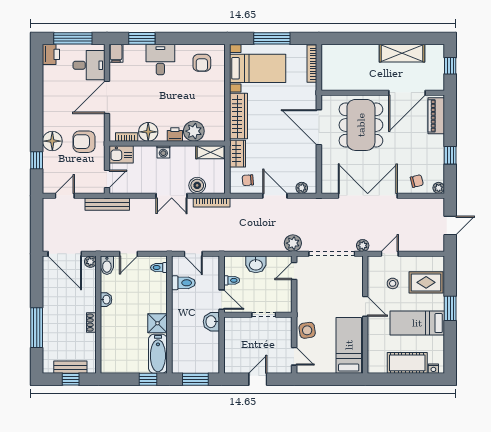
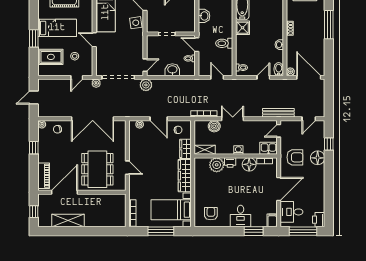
door: (319, 127) -> (127, 168), width x0.53
toilet: (183, 283) -> (224, 43), moved
washbasin: (211, 322) -> (204, 16), moved

